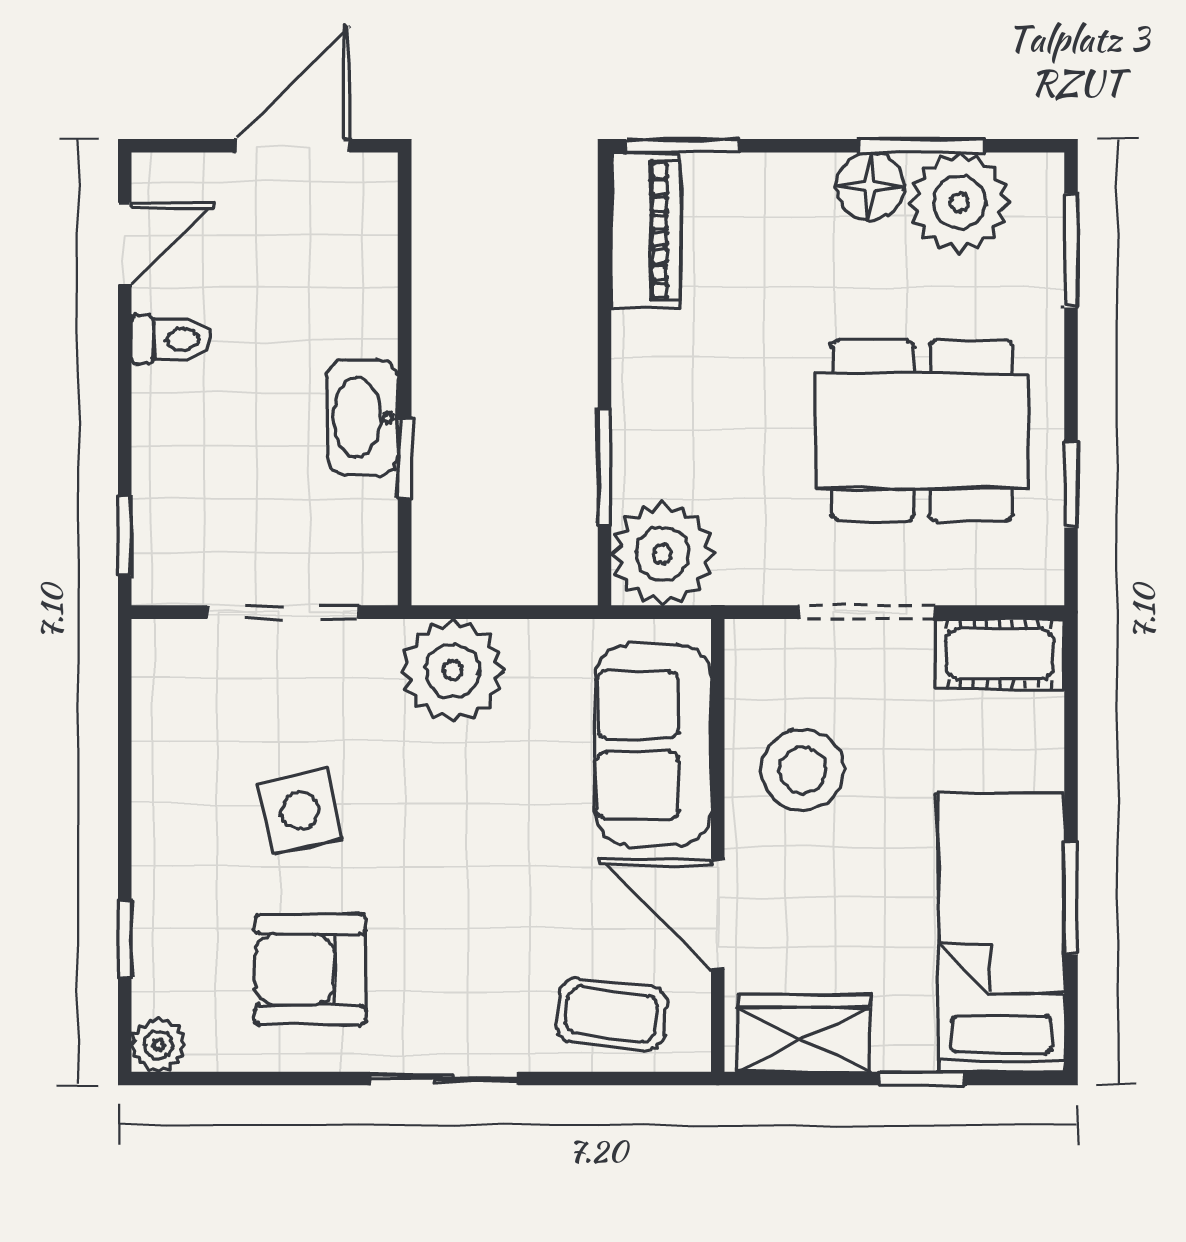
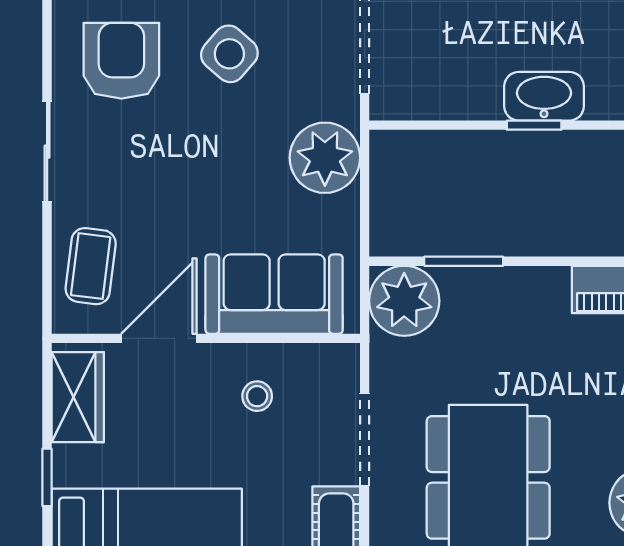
washbasin: (362, 417) -> (544, 96), moved
window: (405, 458) -> (534, 125), moved
stool: (803, 770) -> (257, 396), width x0.53, depth x0.53
side table: (300, 811) -> (229, 54), turned -36

